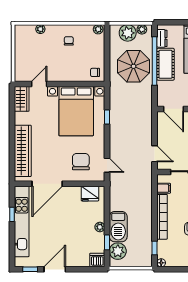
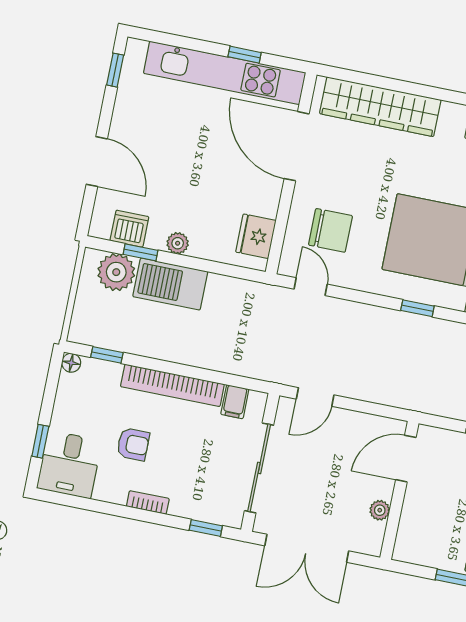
door: (107, 165) -> (311, 287), swing flipped
dishwasher: (97, 260) -> (129, 229), moved, turned -90
door: (55, 269) -> (97, 162), moved

